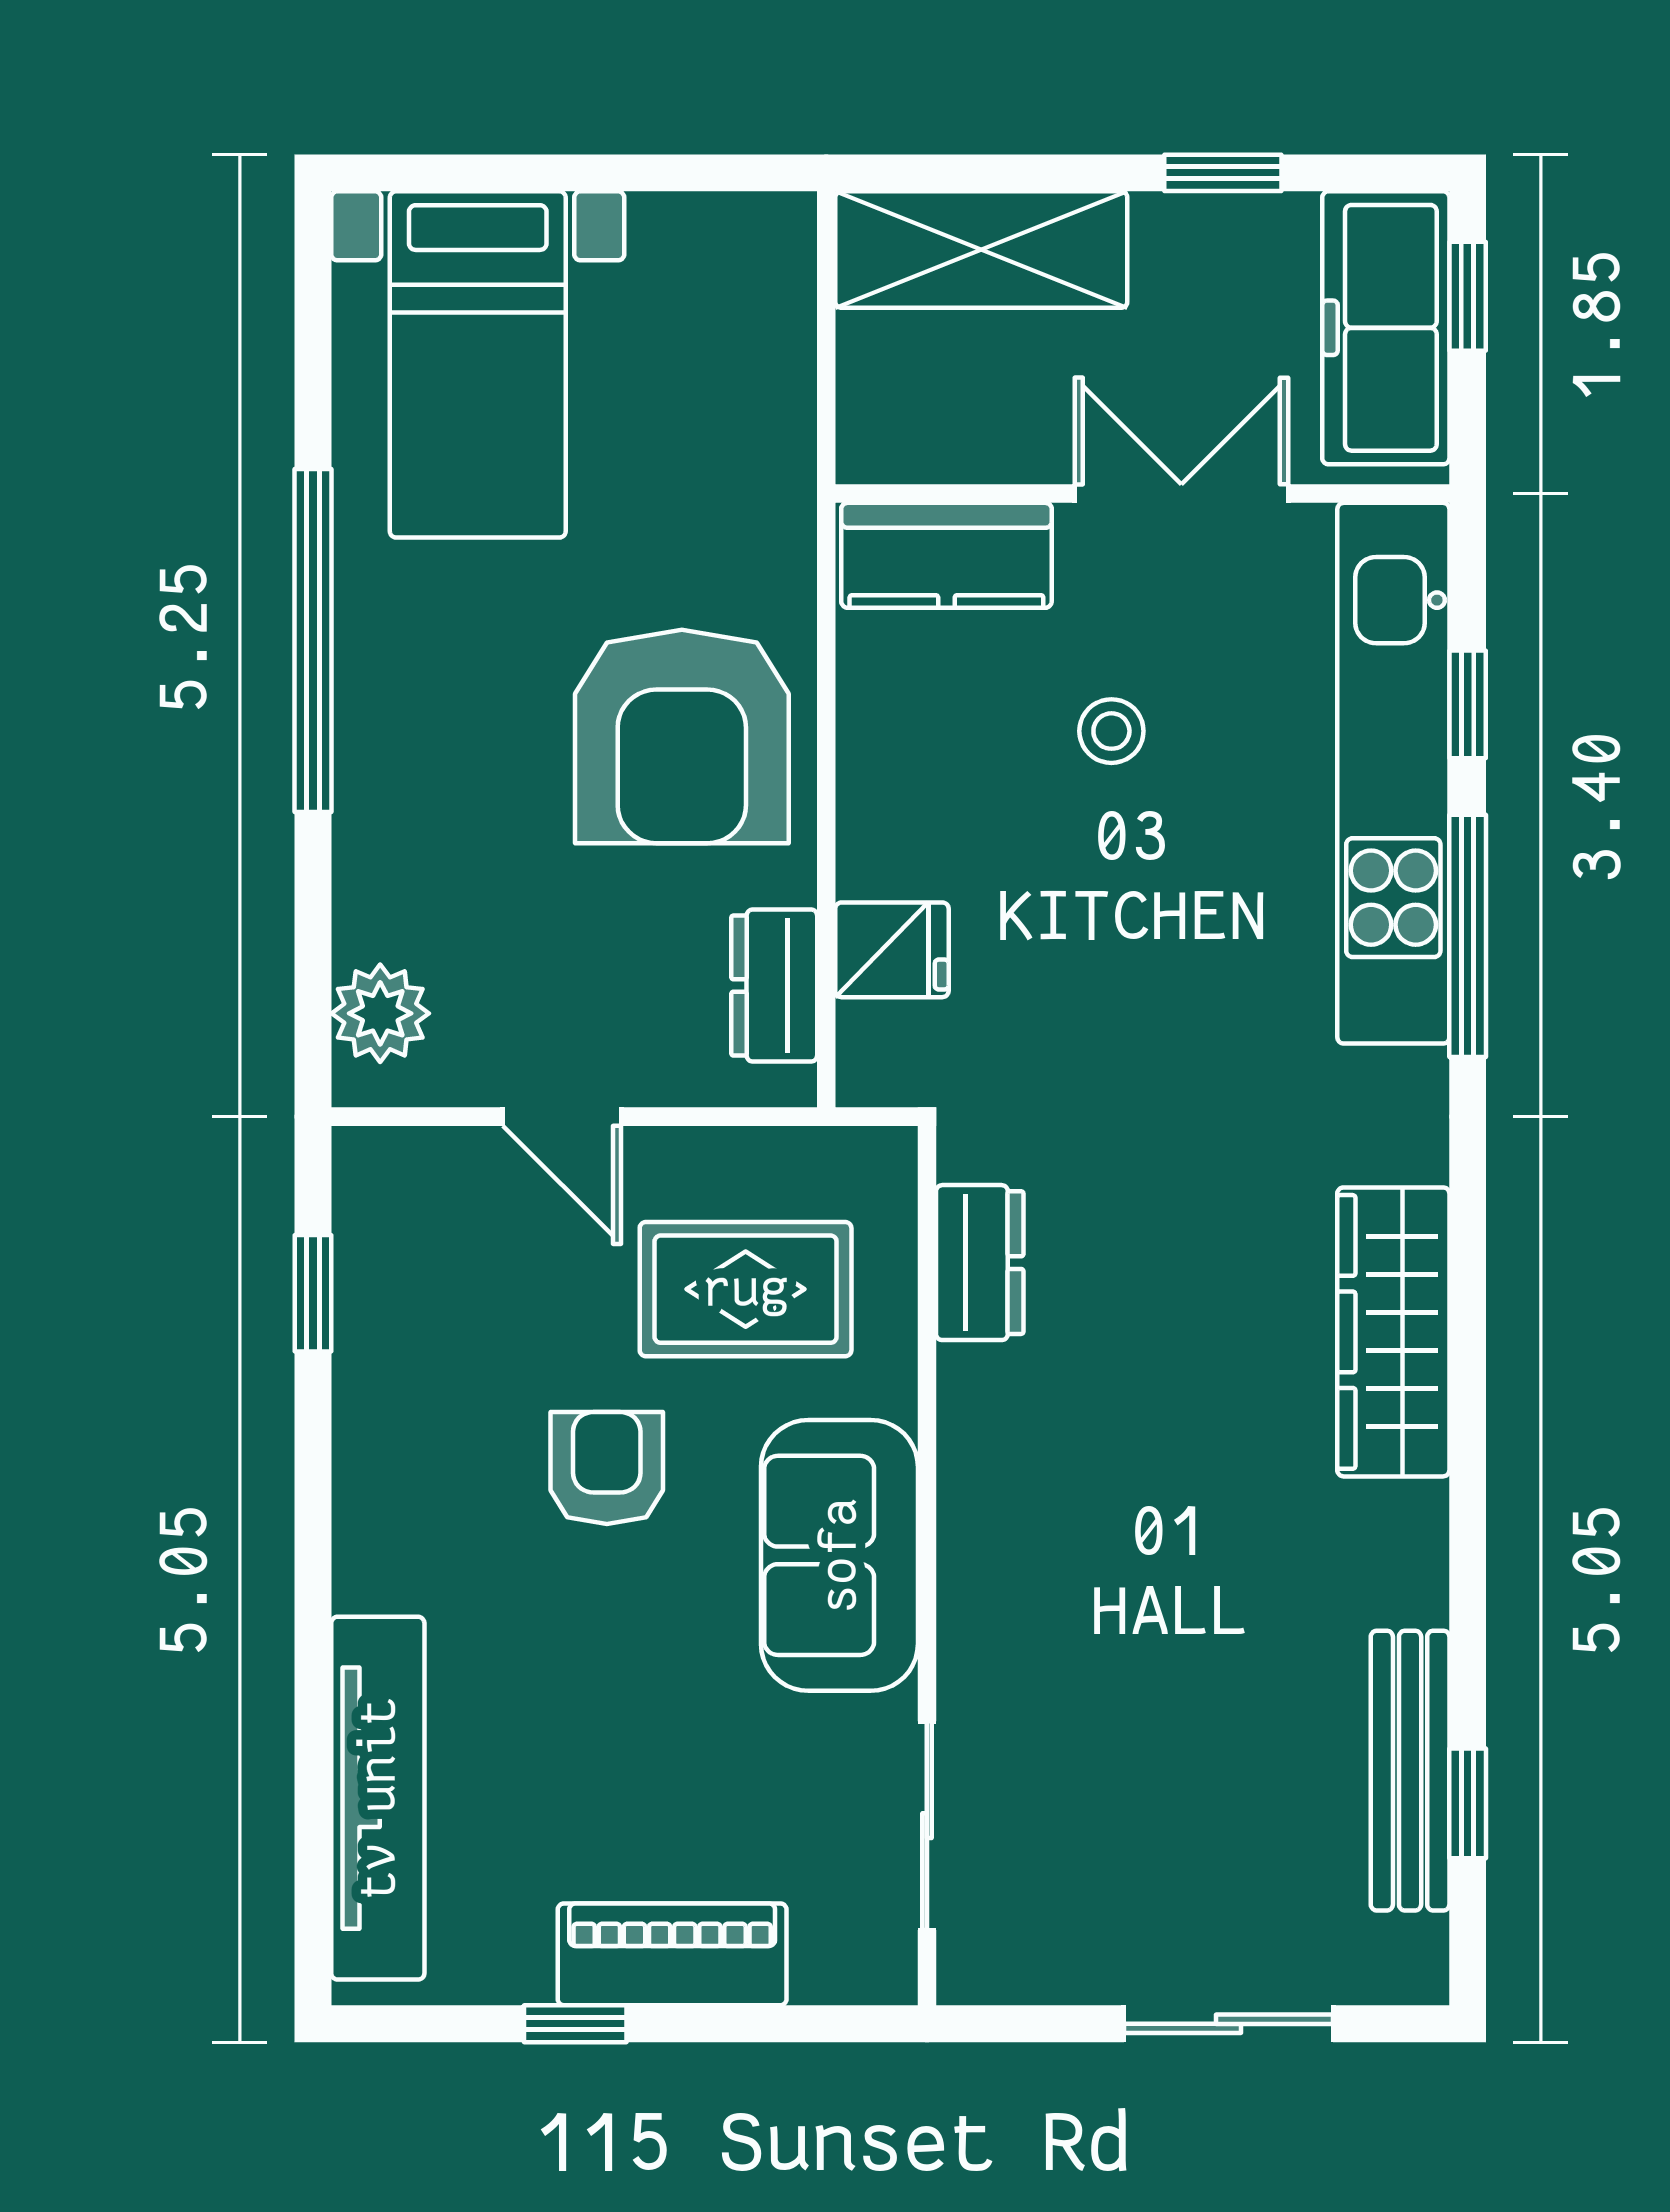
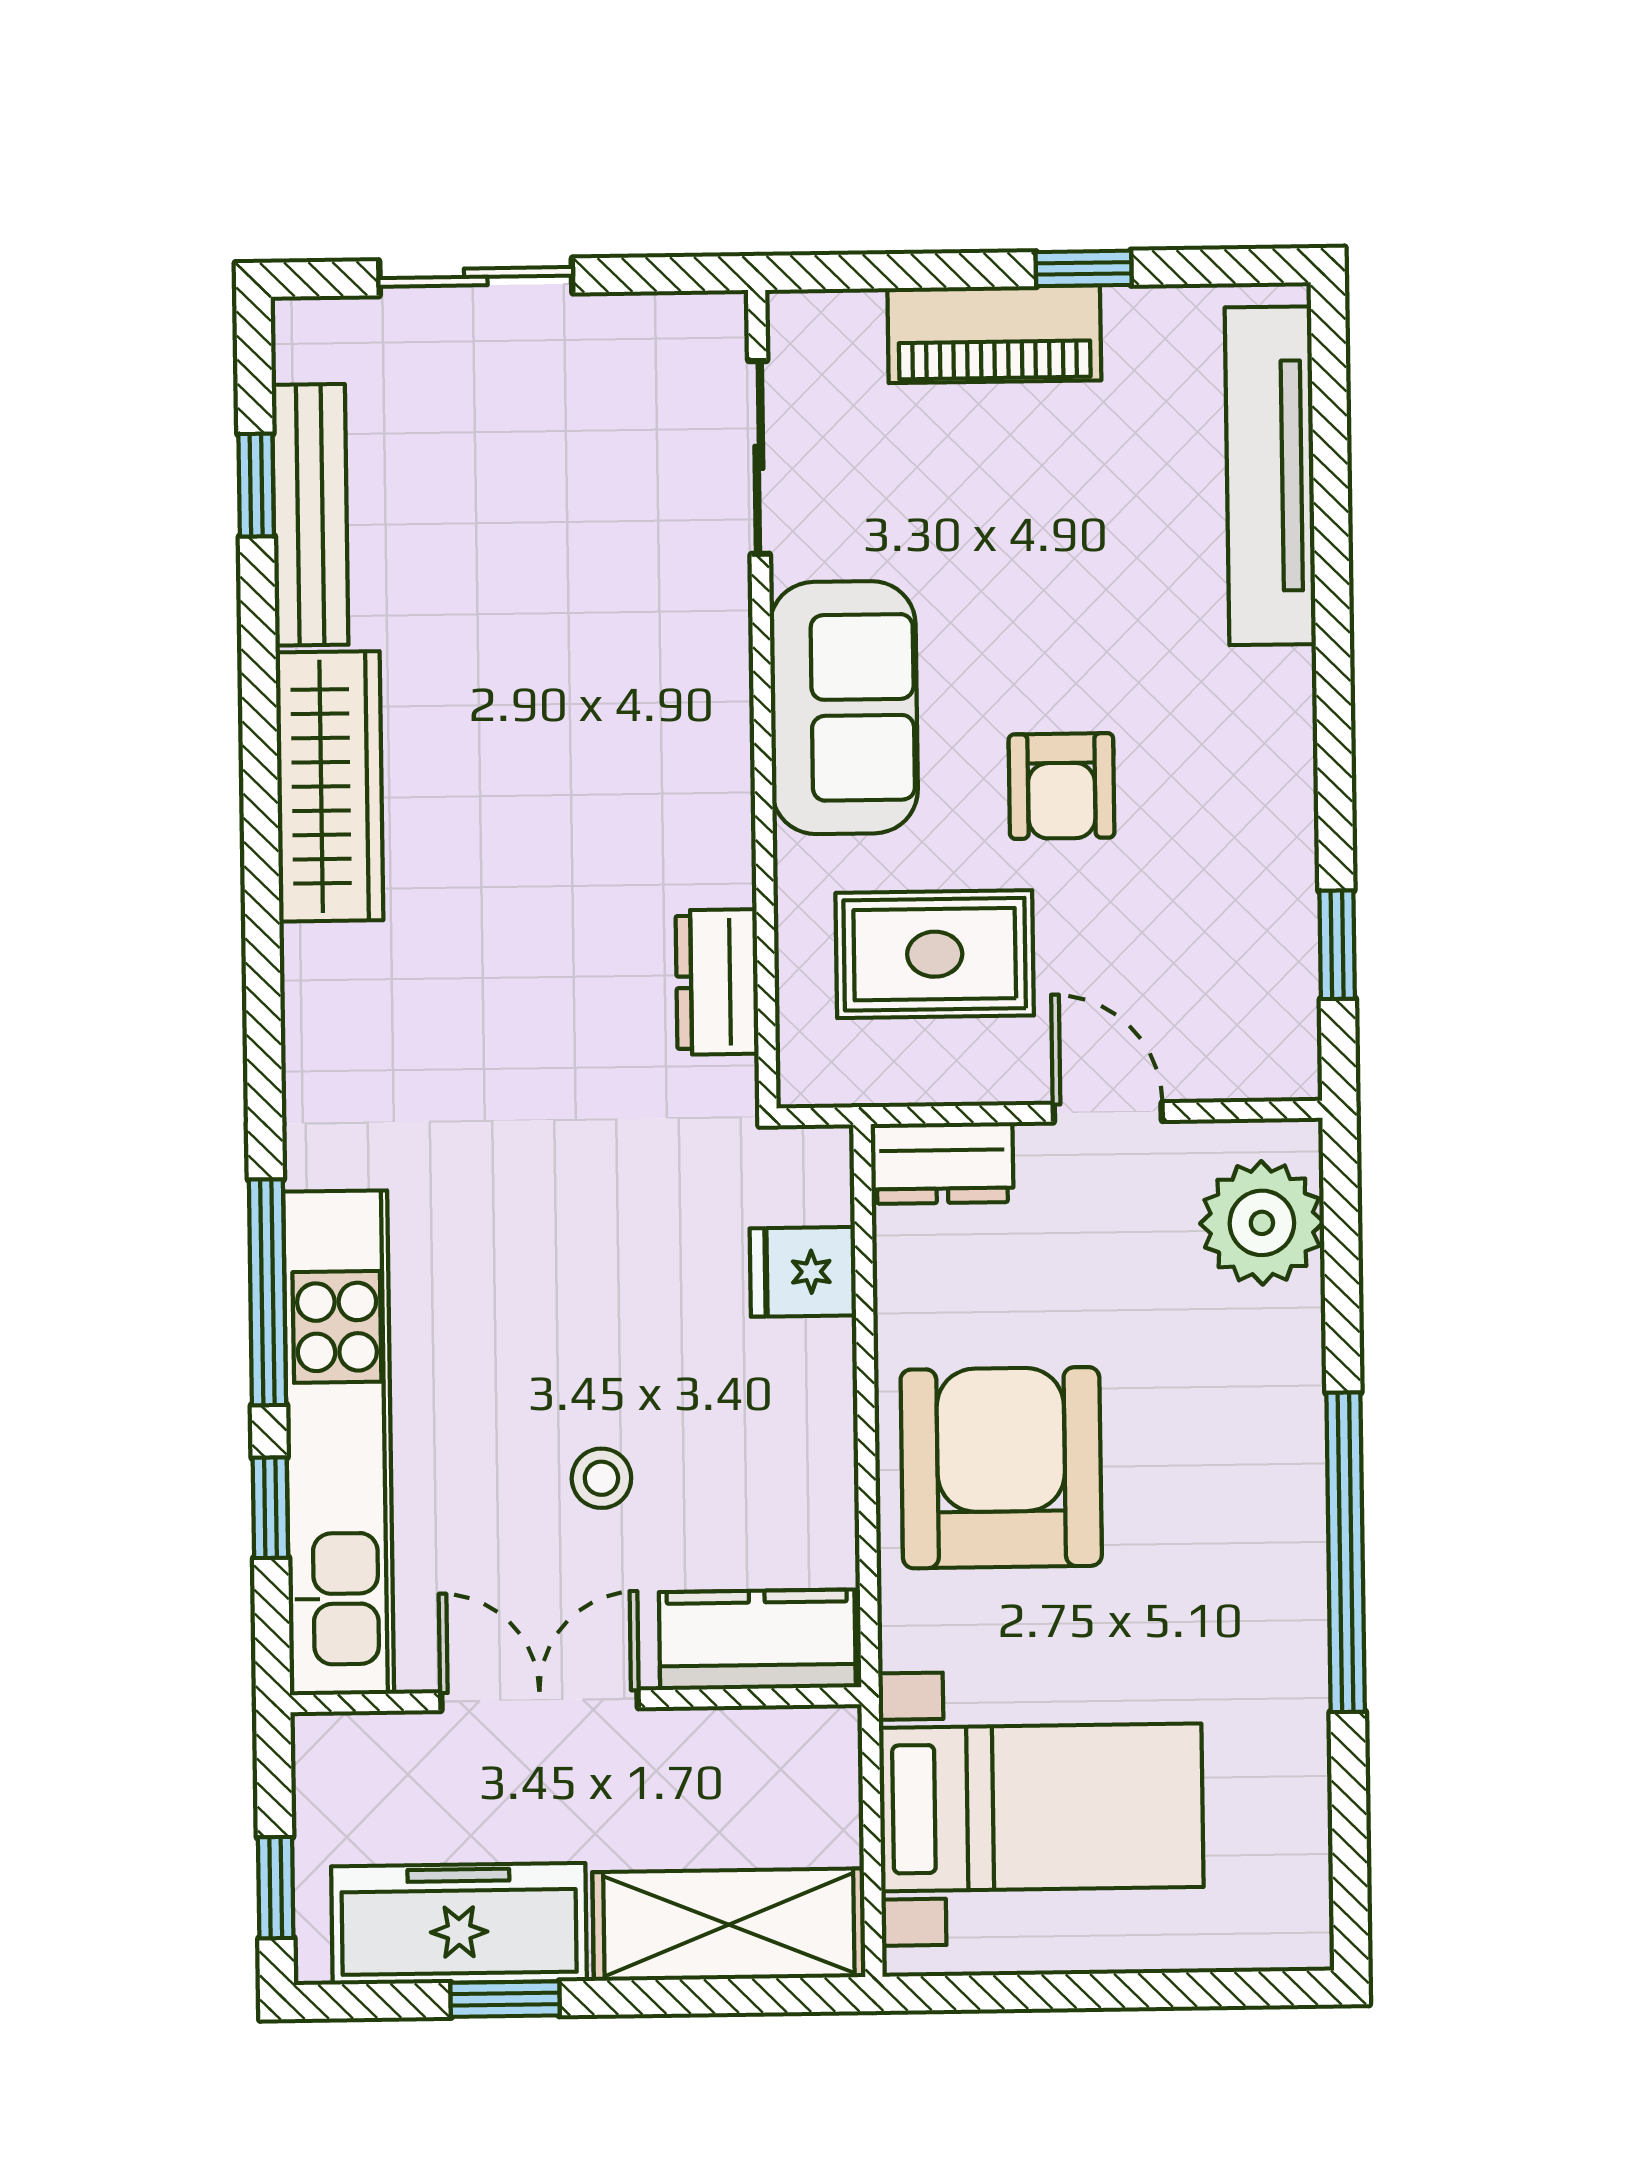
freezer: (1386, 328) -> (459, 1924), moved, turned -90
bed with nightstands: (478, 364) -> (1041, 1807), moved, turned 90
double door: (1181, 494) -> (539, 1700), swing flipped
dresser: (774, 986) -> (942, 1163), moved, turned 90
plant: (380, 1013) -> (1262, 1223), width x1.36, depth x1.36
wardrobe: (1393, 1332) -> (329, 786), moved

